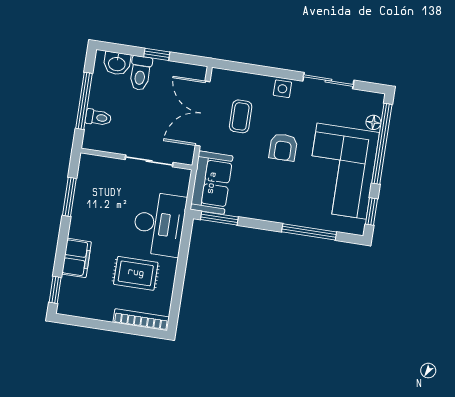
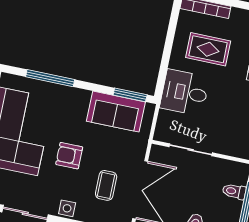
armchair: (283, 147) -> (69, 156), turned -90
sofa: (212, 183) -> (116, 112), moved, turned -90
desk: (159, 224) -> (185, 93), width x0.73

